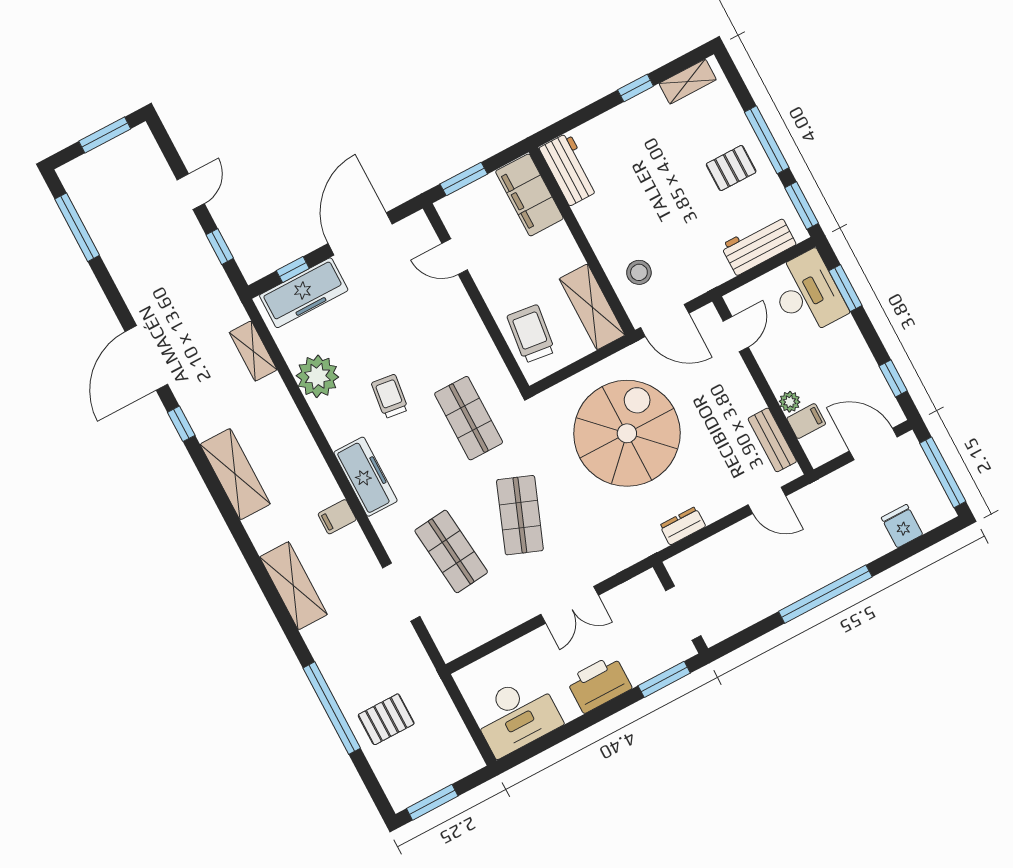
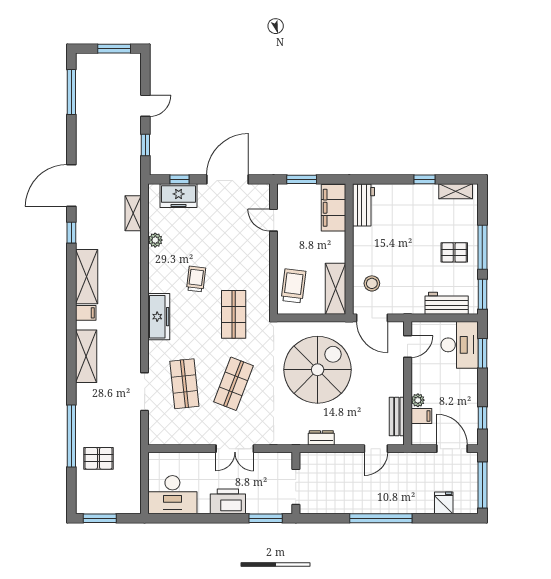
freezer: (304, 293) -> (179, 196), width x0.71
plant: (317, 376) -> (155, 240), width x0.53, depth x0.53
door: (767, 500) -> (376, 449), hinge flipped
filing cabinet: (337, 517) -> (86, 313), moved, turned 180

